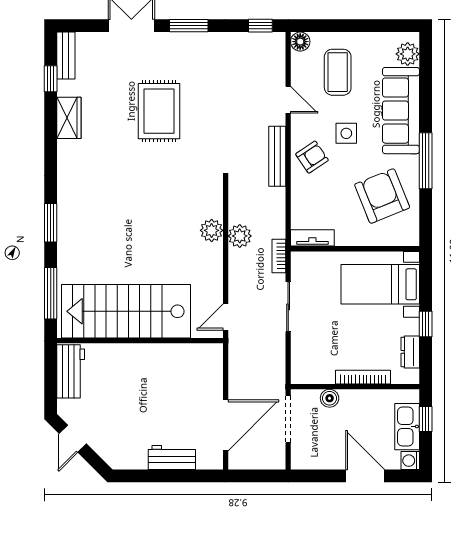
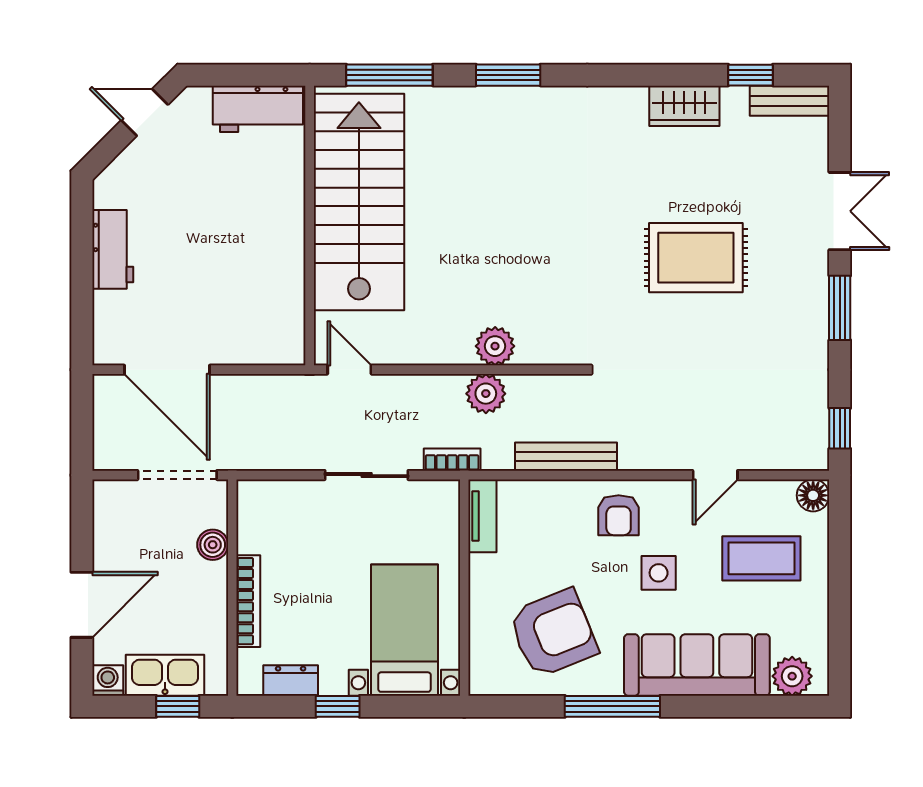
bench: (277, 156) -> (566, 457), moved
armchair: (312, 157) -> (619, 515), turned 34
workbench: (172, 458) -> (113, 249), moved

